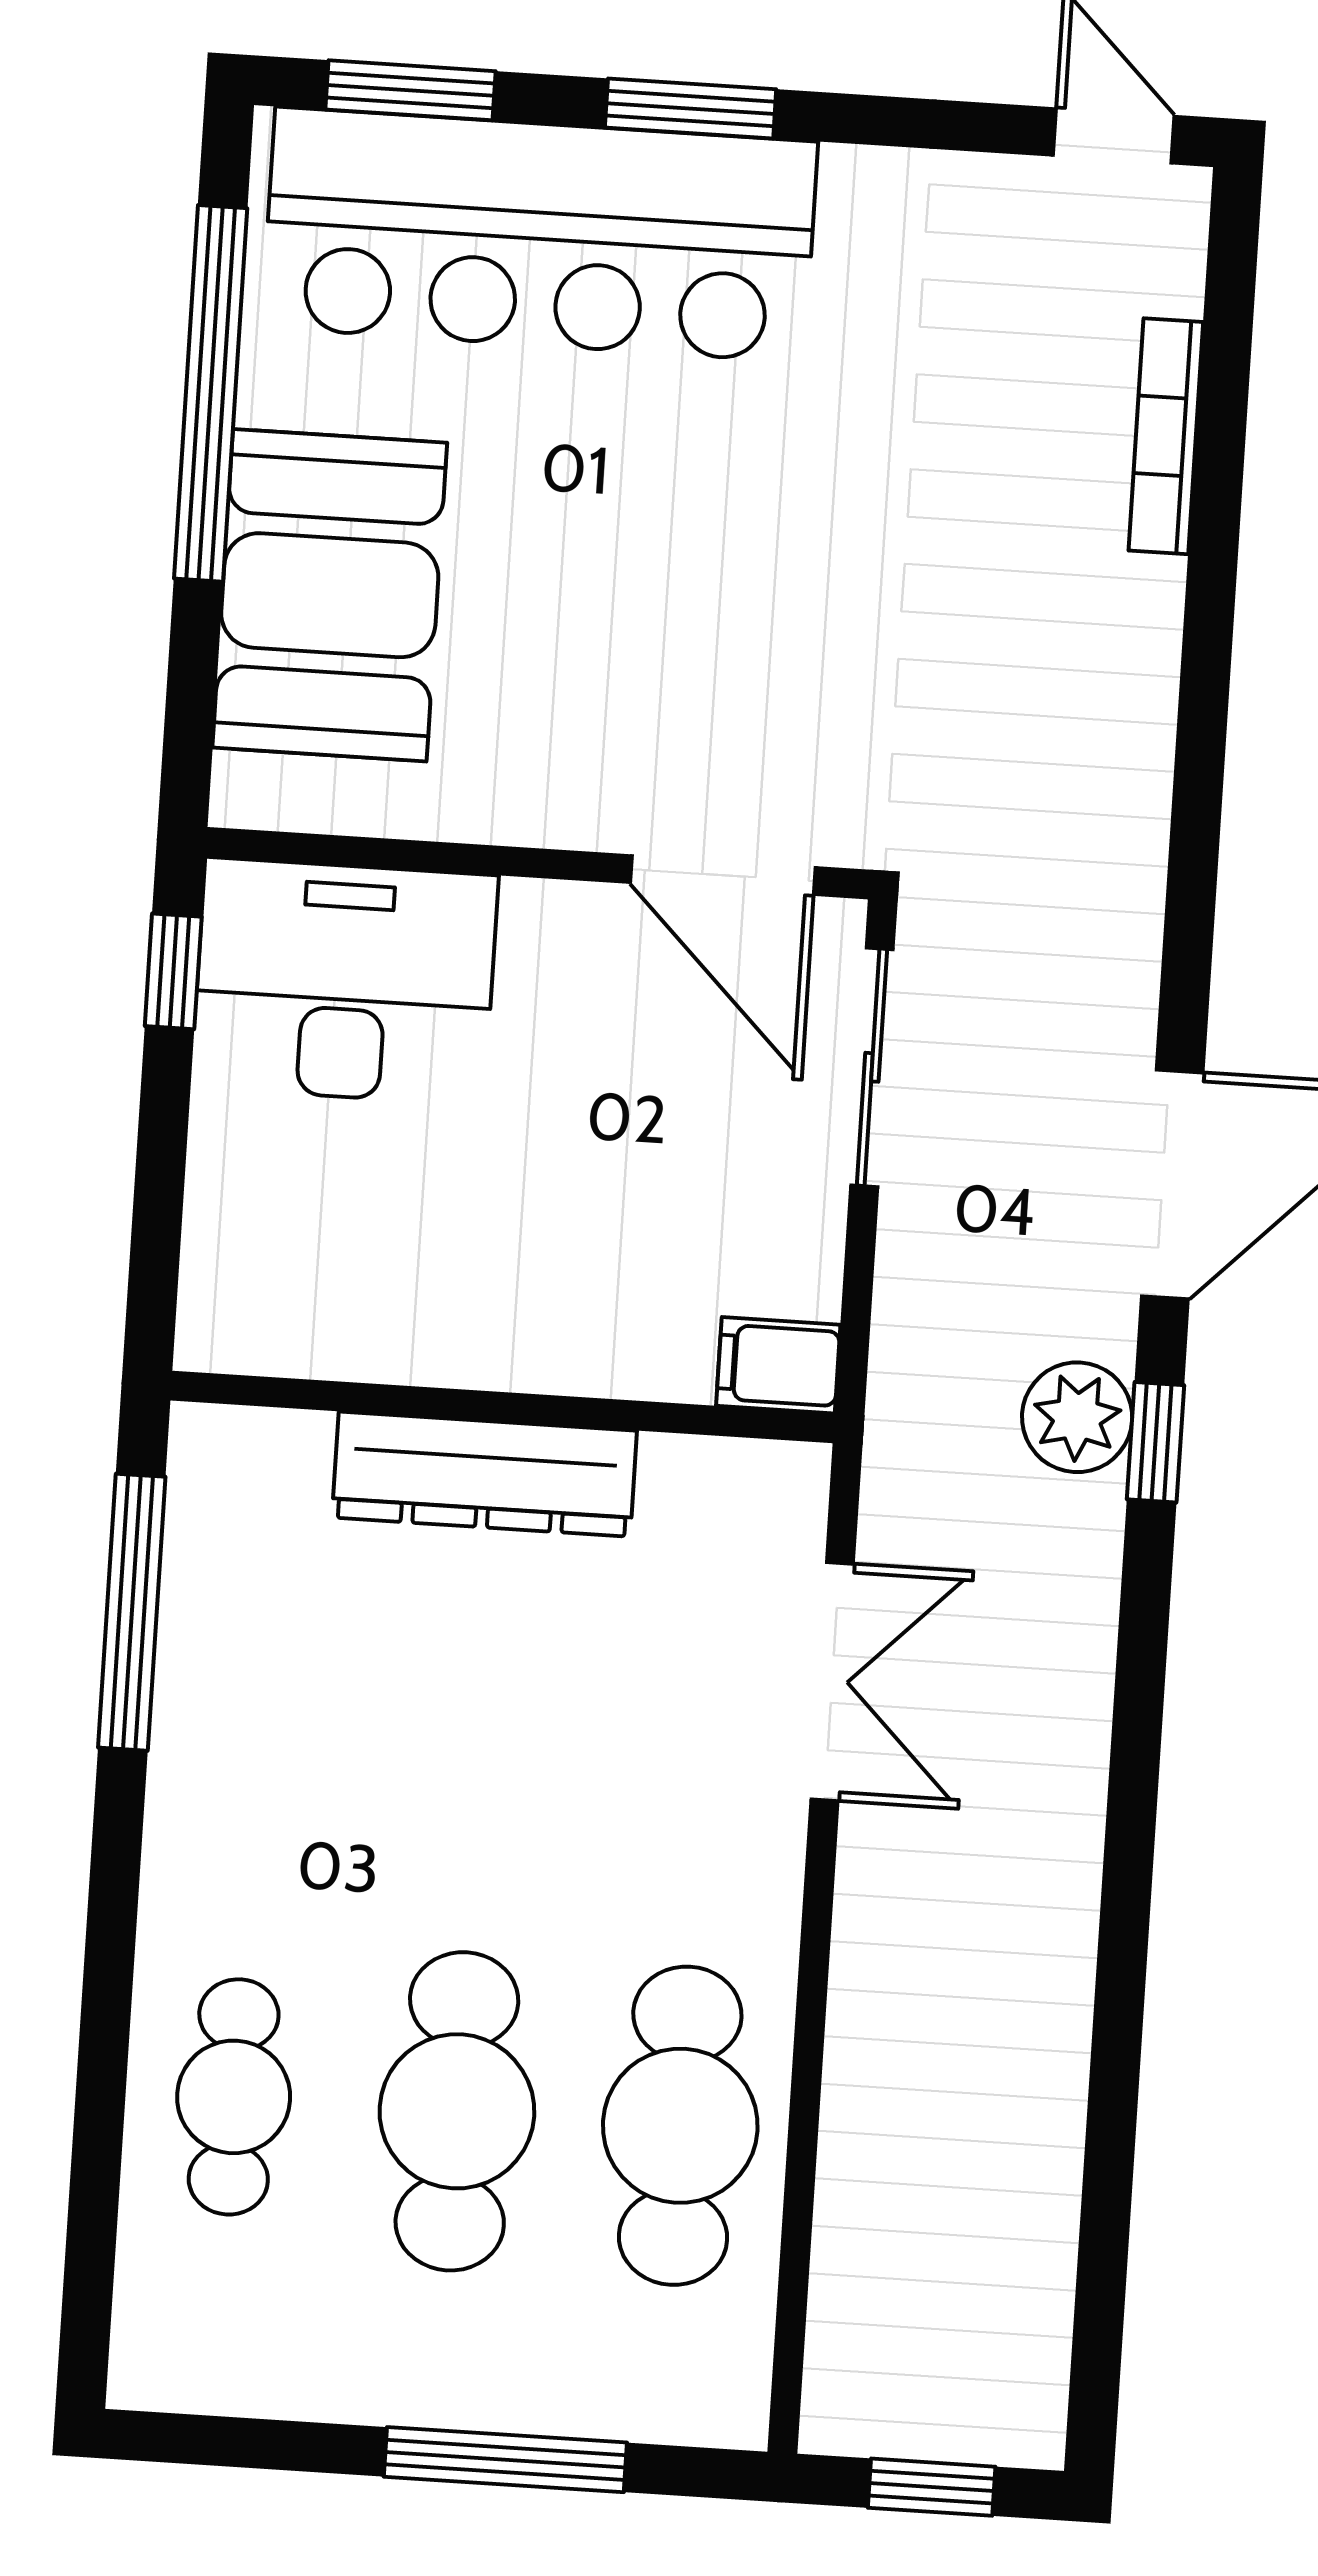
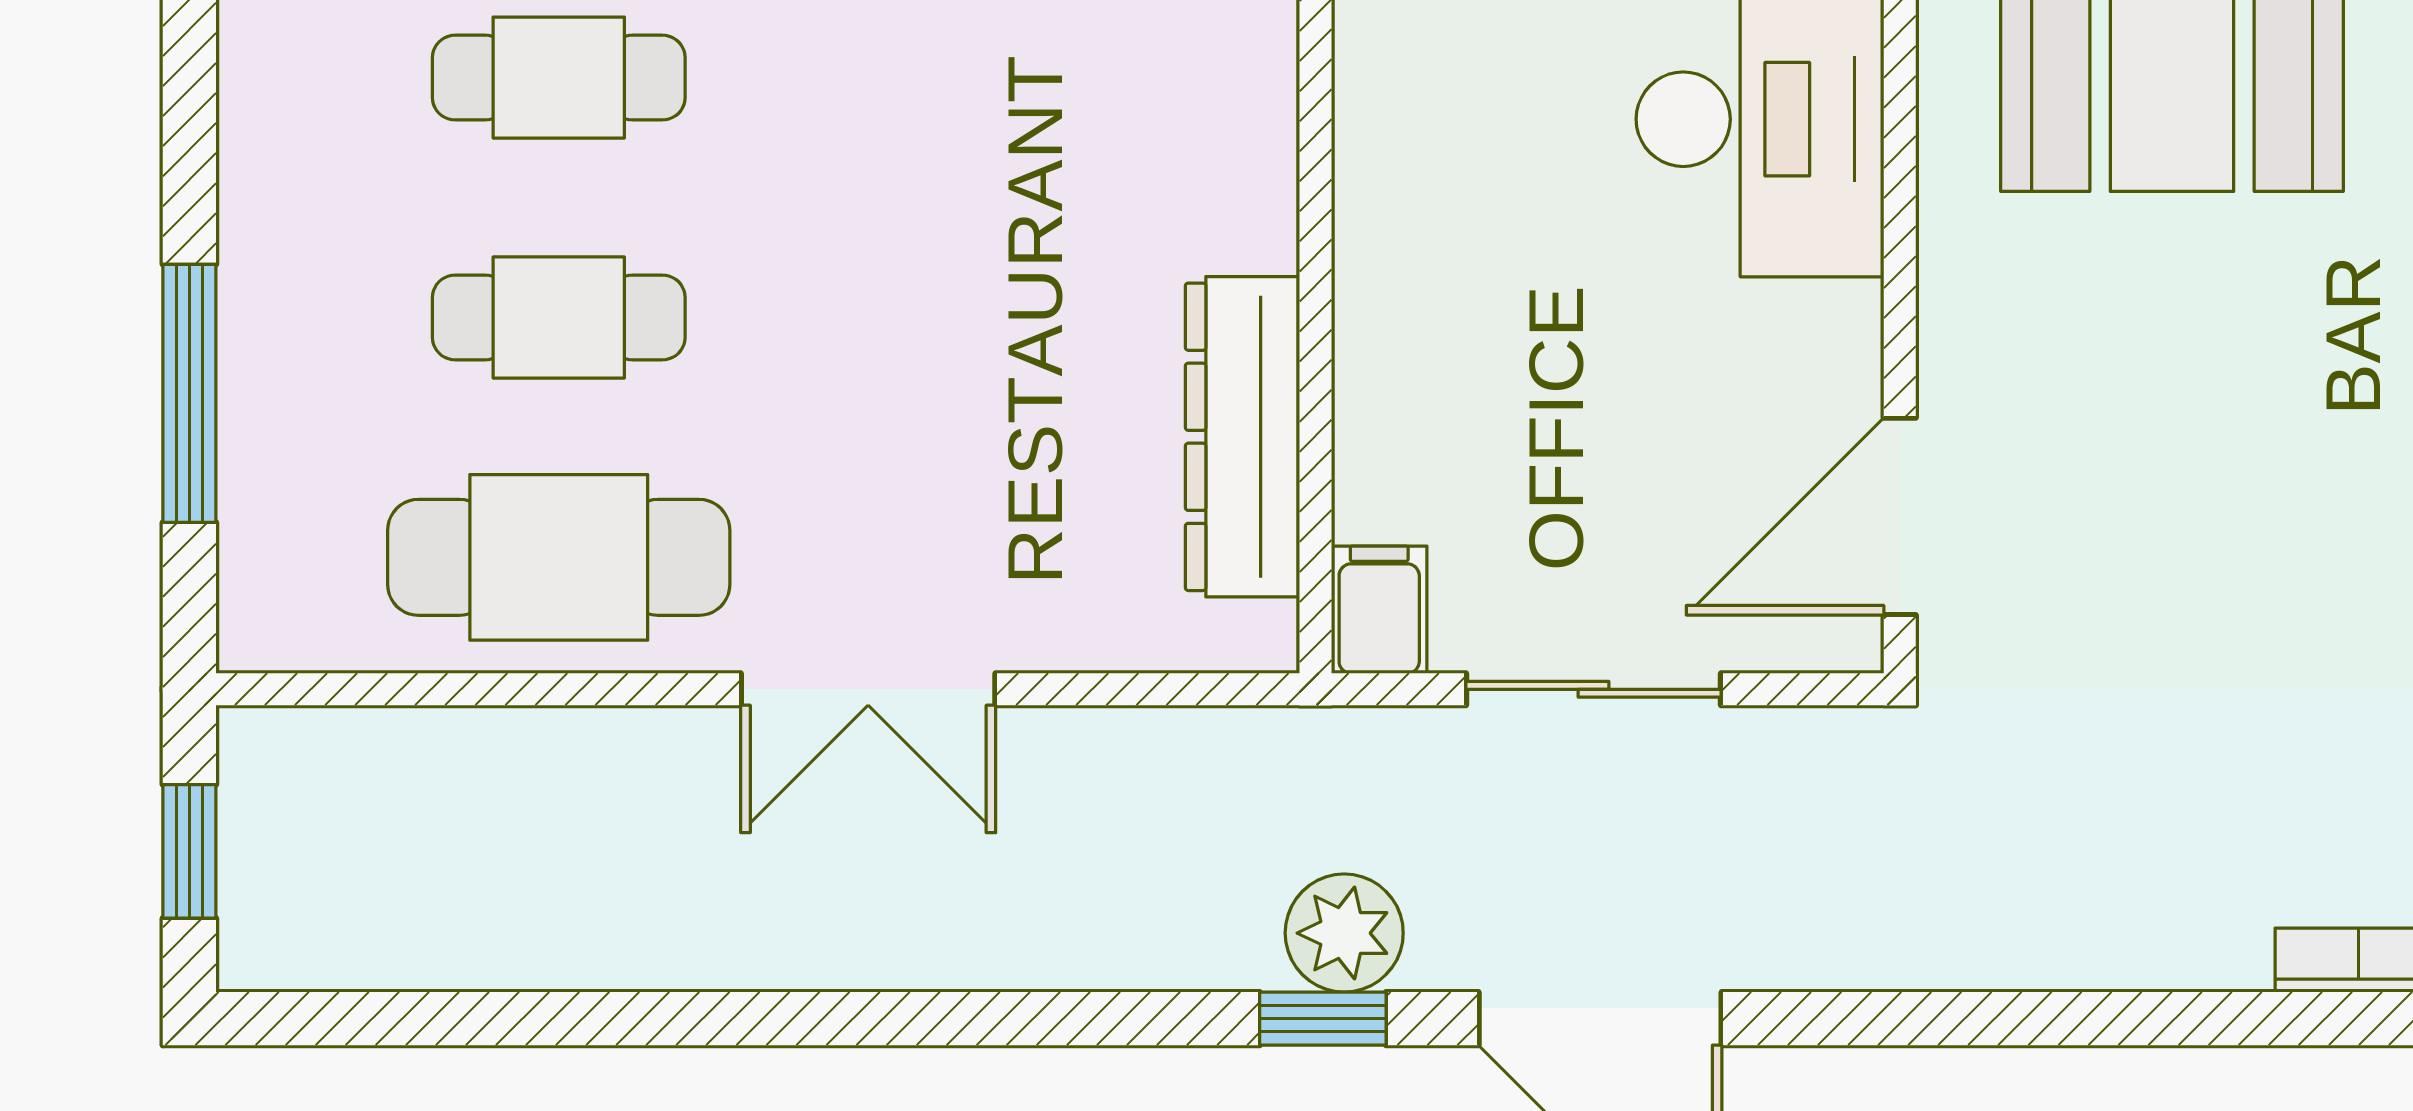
sliding door: (872, 1067) -> (1593, 689), moved
dresser: (484, 1474) -> (1242, 437), moved
double door: (832, 1682) -> (868, 689), moved
cafe table: (457, 2111) -> (559, 317), width x0.73, depth x0.74

